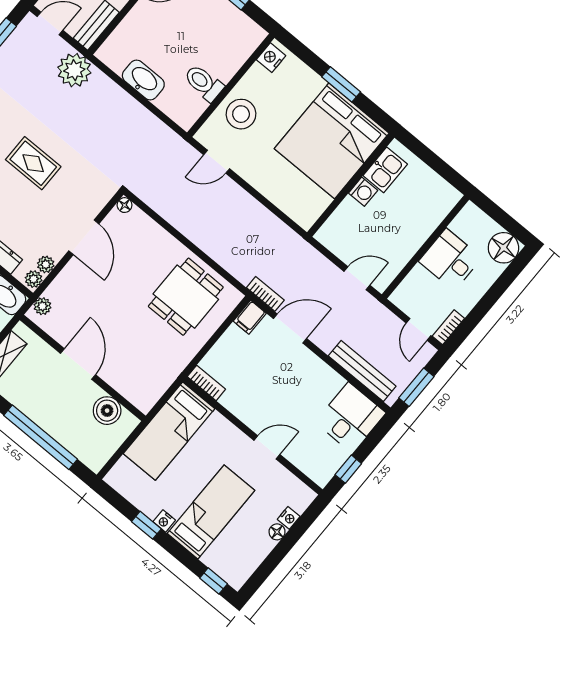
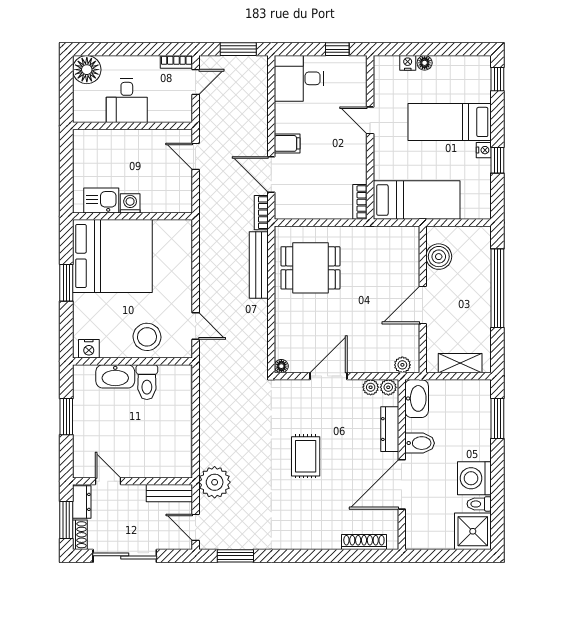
washbasin: (143, 80) -> (115, 376), moved, turned -90
filing cabinet: (250, 317) -> (287, 143), moved
bench: (362, 371) -> (259, 265), moved

